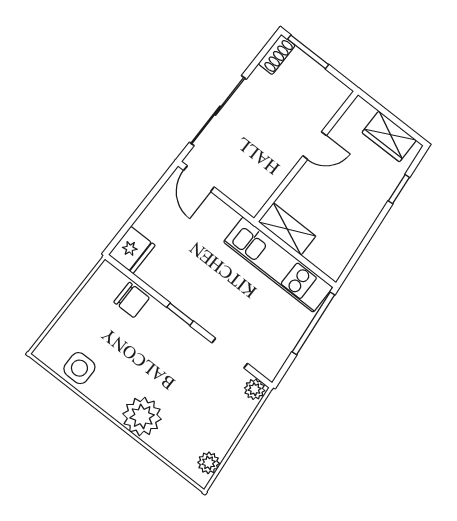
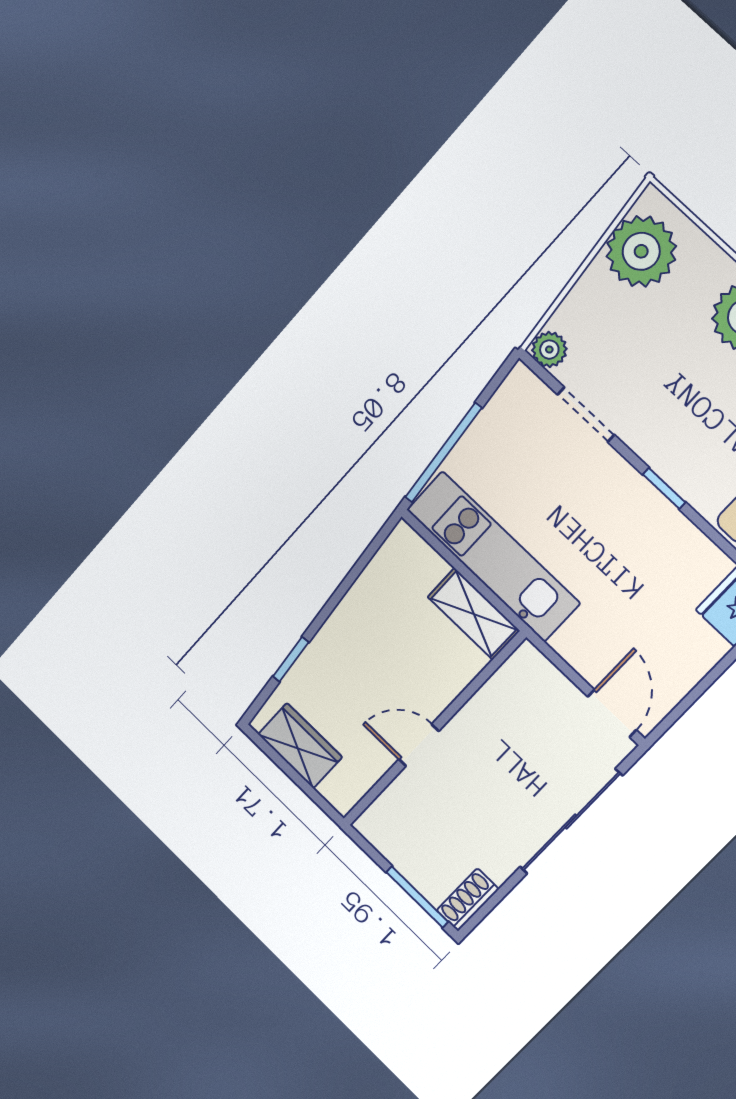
plant: (209, 463) -> (641, 251), width x1.88, depth x1.88

